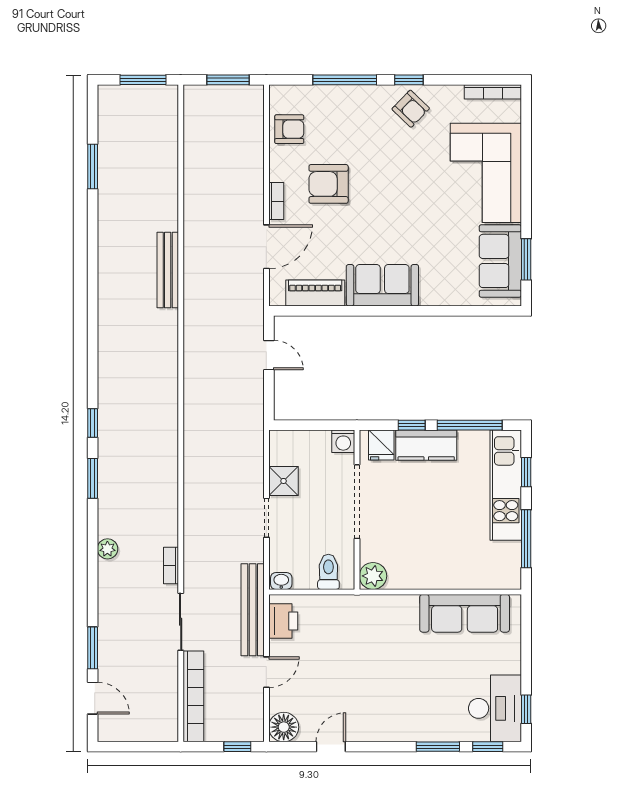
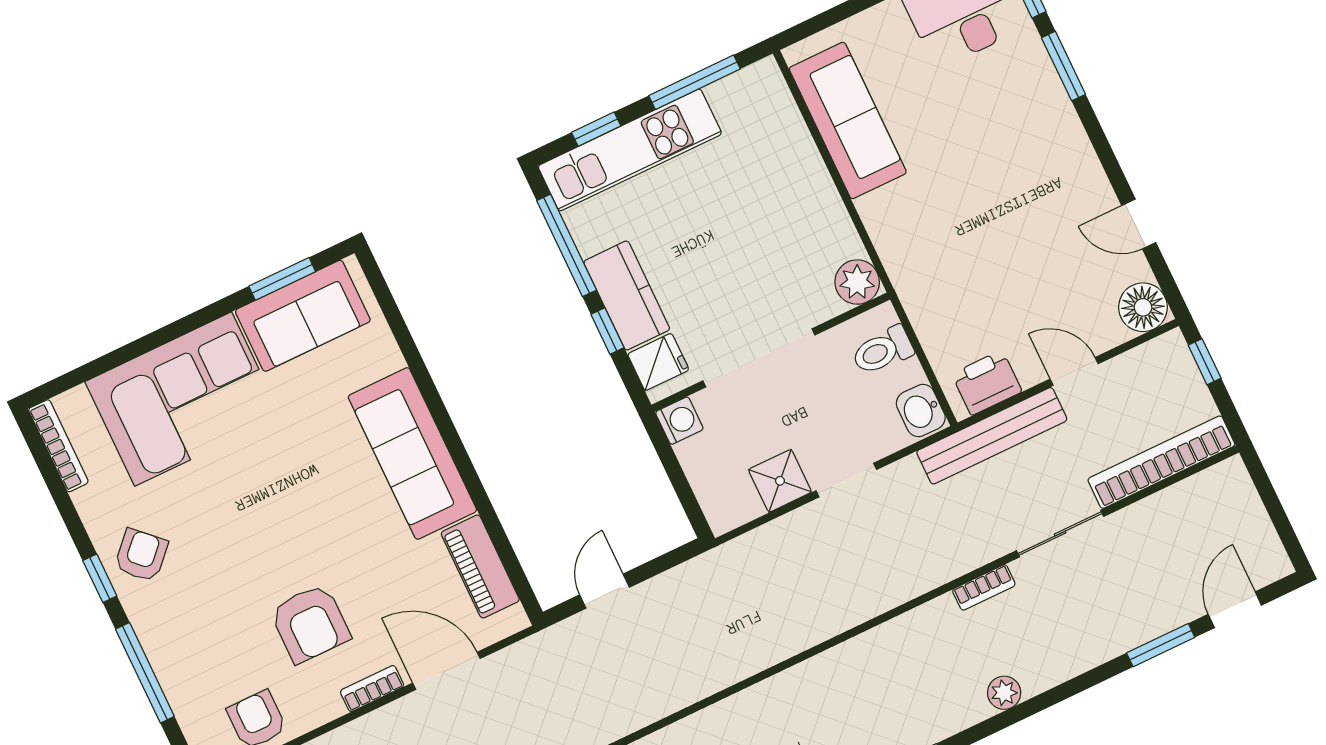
sofa: (382, 285) -> (412, 453), width x1.36
washbasin: (281, 581) -> (921, 411), width x1.38, depth x1.45

